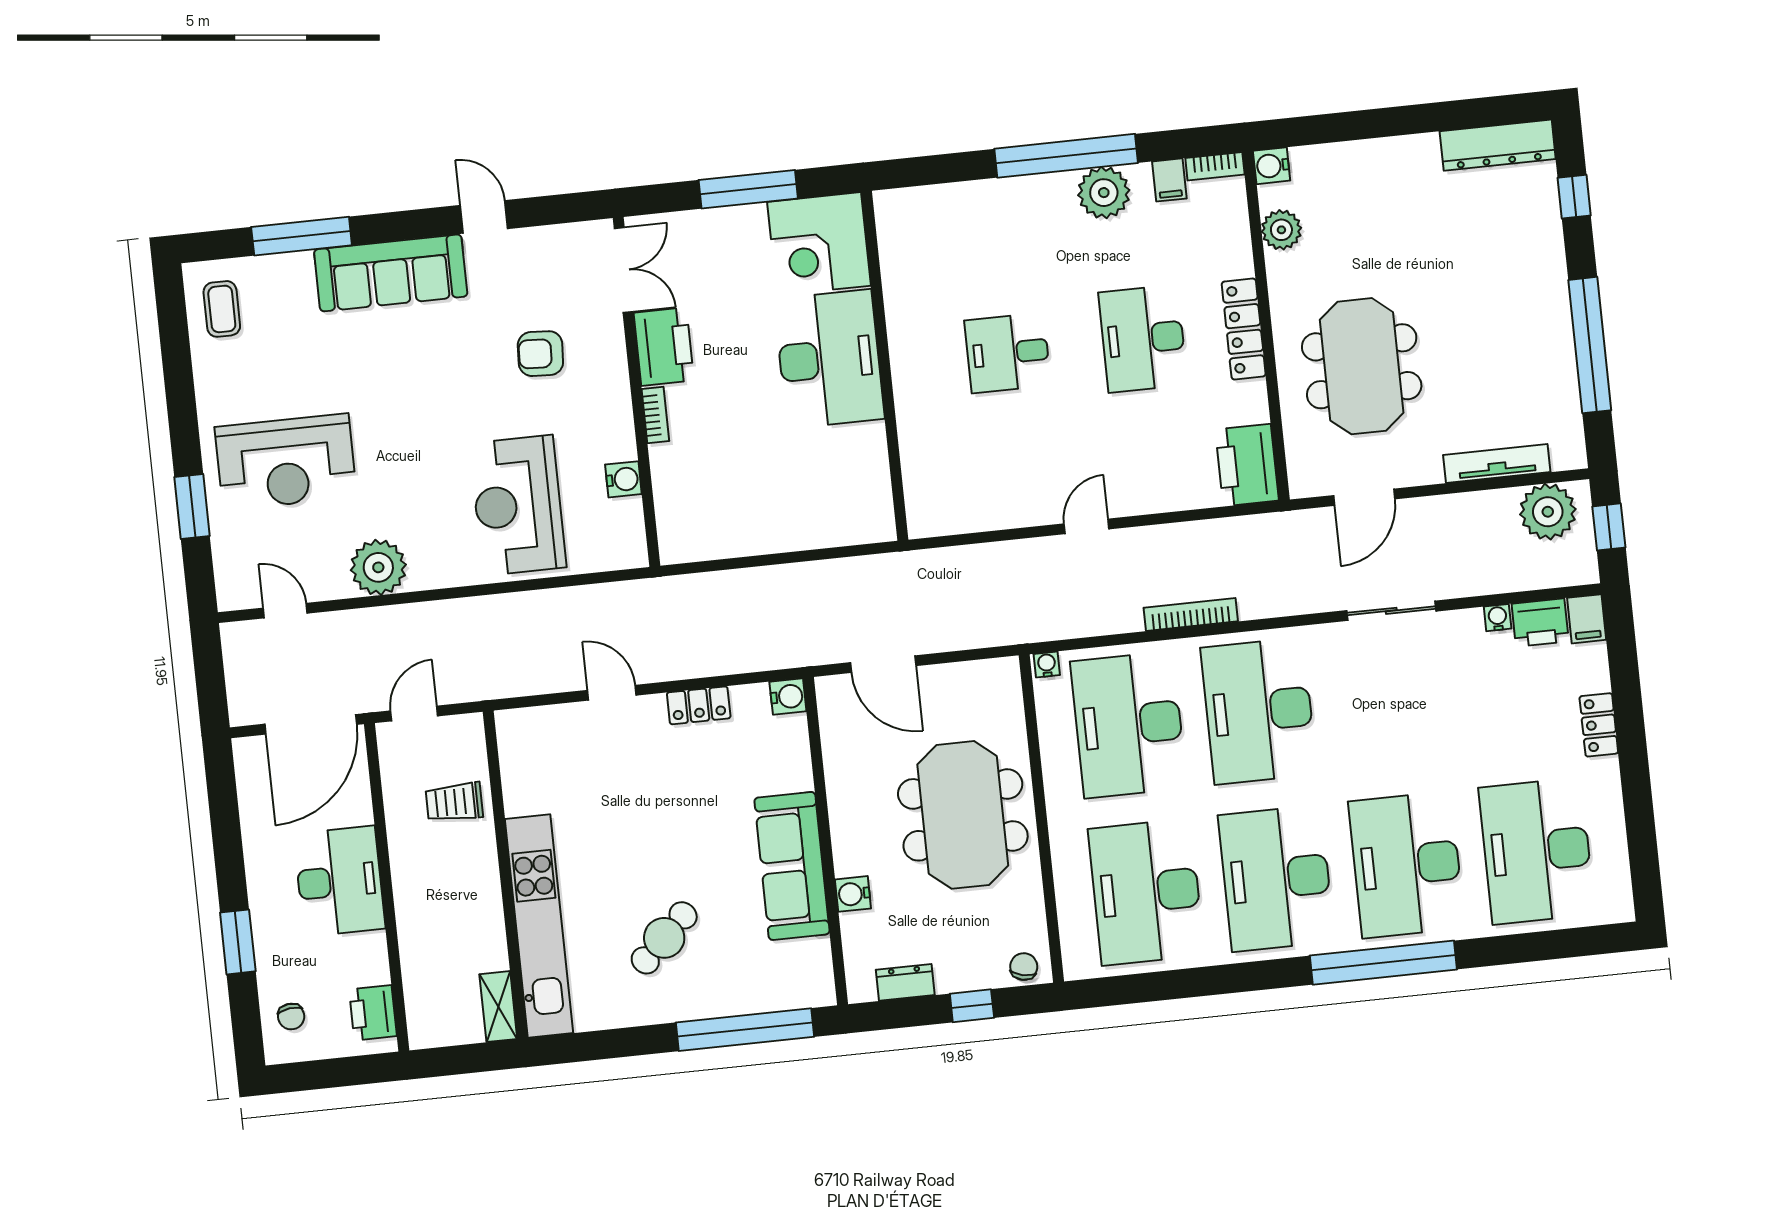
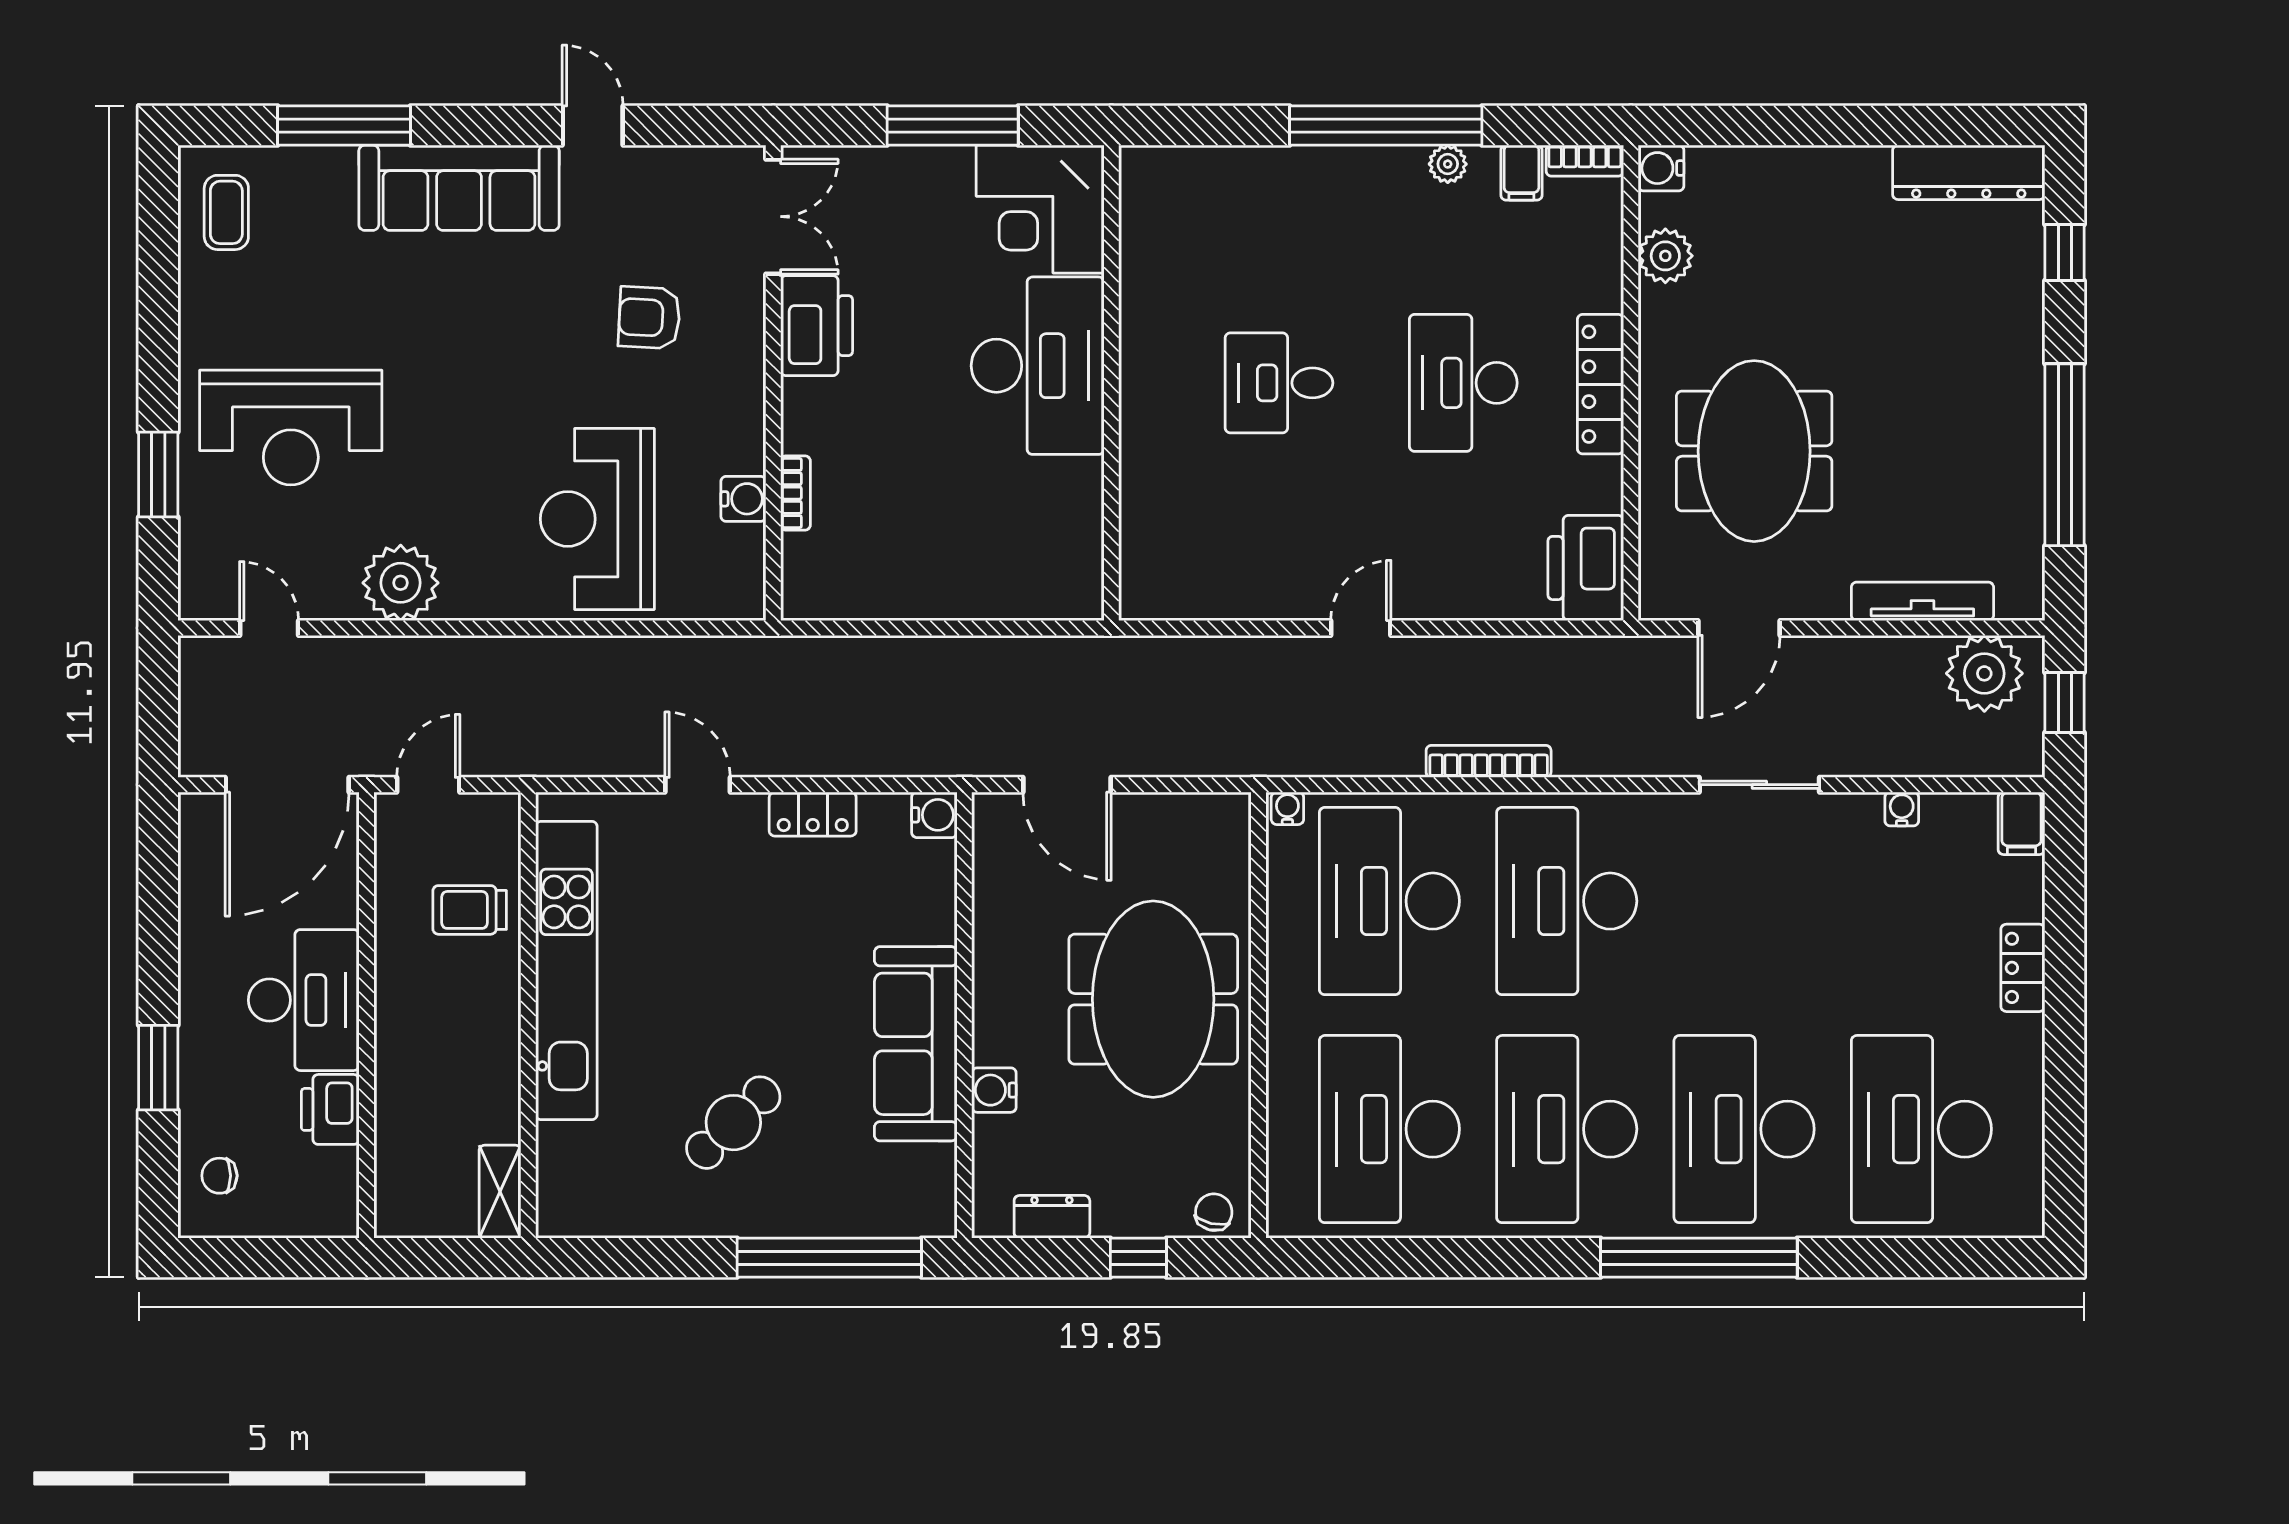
plant: (1104, 193) -> (1448, 164), width x0.53, depth x0.53
bookcase: (655, 415) -> (795, 493), moved
printer: (1540, 623) -> (1958, 822), removed
kitchen unit: (539, 926) -> (566, 971), moved
printer: (373, 1013) -> (330, 1109), moved
chair: (291, 1016) -> (219, 1176), turned 96

